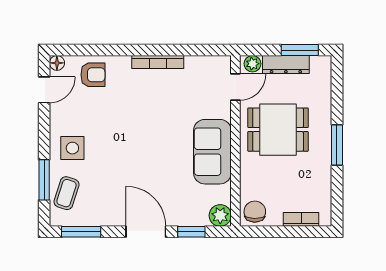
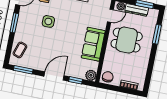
window: (337, 145) -> (157, 34), moved
side table: (72, 148) -> (48, 21), moved
window: (44, 180) -> (14, 23), moved
door: (146, 232) -> (54, 76), hinge flipped

